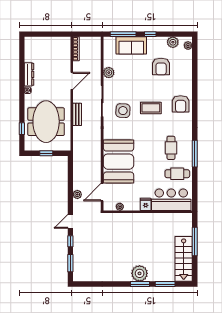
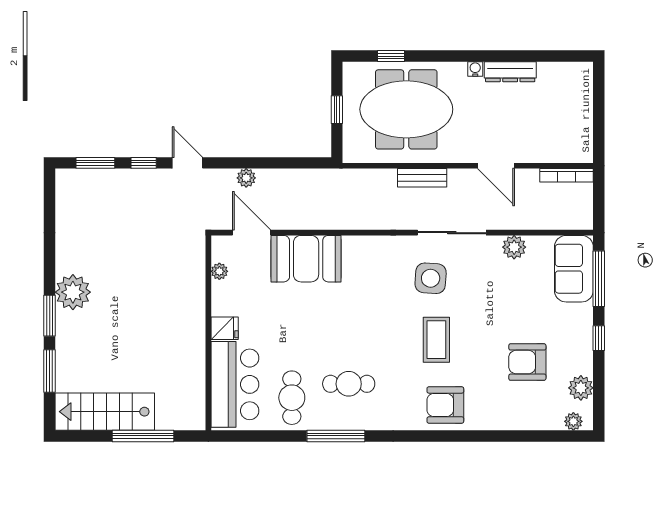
sofa: (131, 45) -> (574, 269), moved
booth: (119, 162) -> (306, 259), width x0.73, depth x0.70
plant: (140, 273) -> (73, 292), moved

